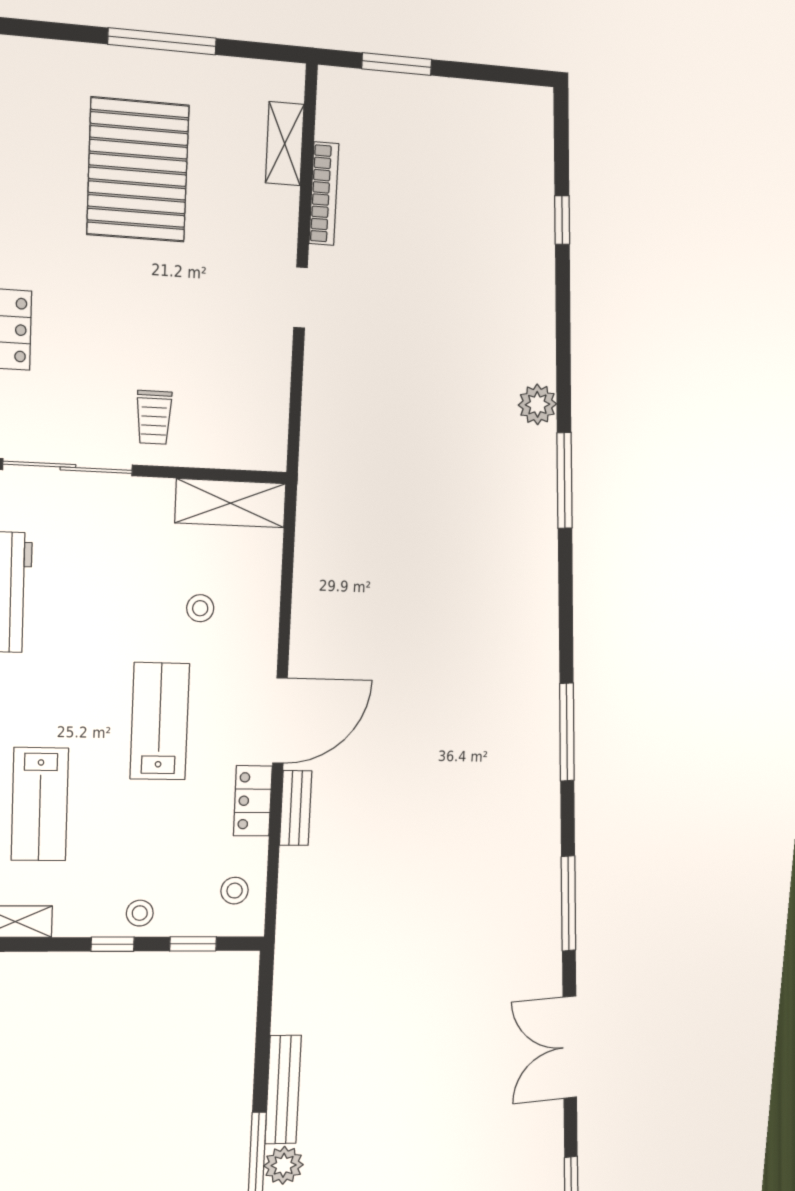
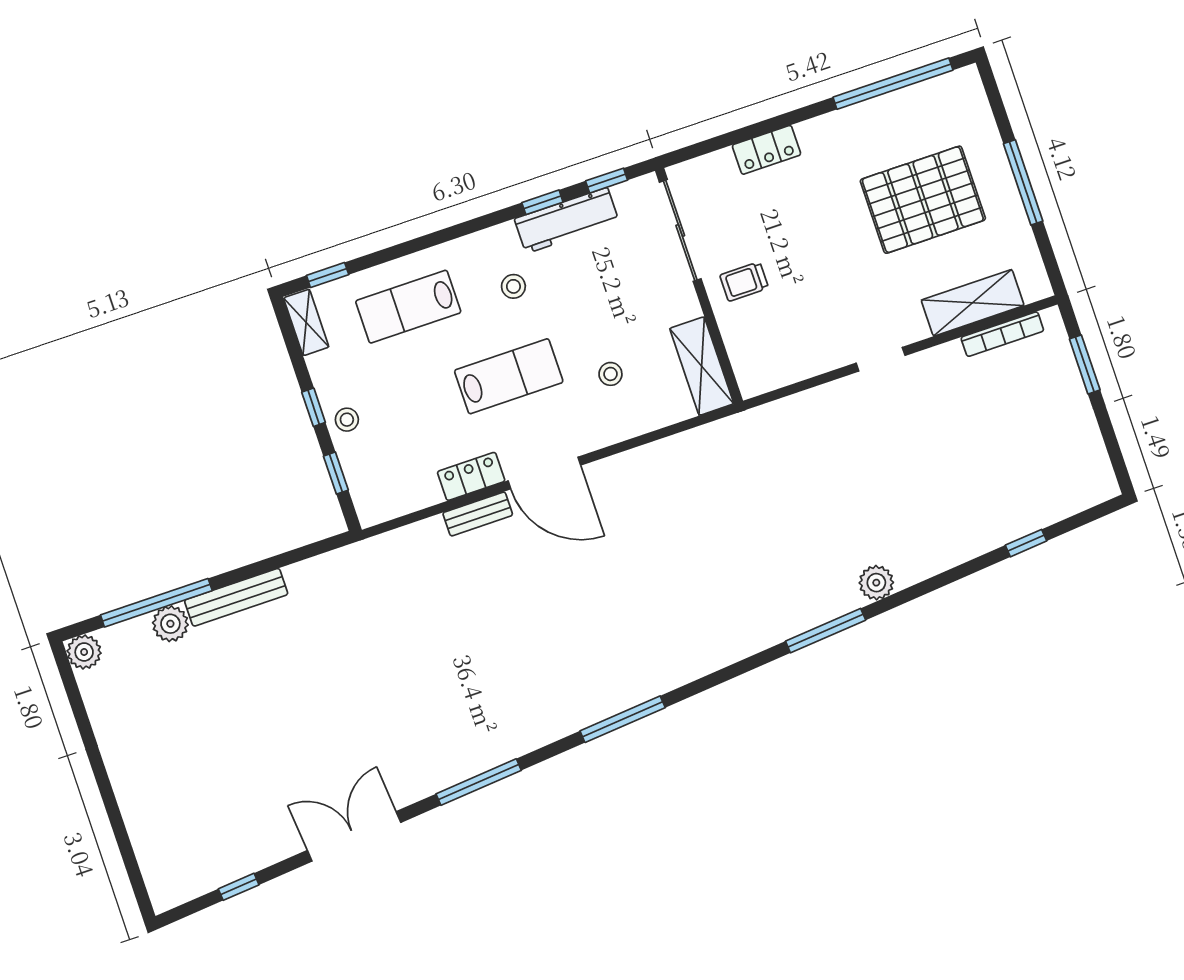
shelving: (285, 144) -> (973, 303), width x1.50, depth x1.33
bookcase: (324, 194) -> (1002, 334), moved
stool: (235, 891) -> (513, 286), moved

